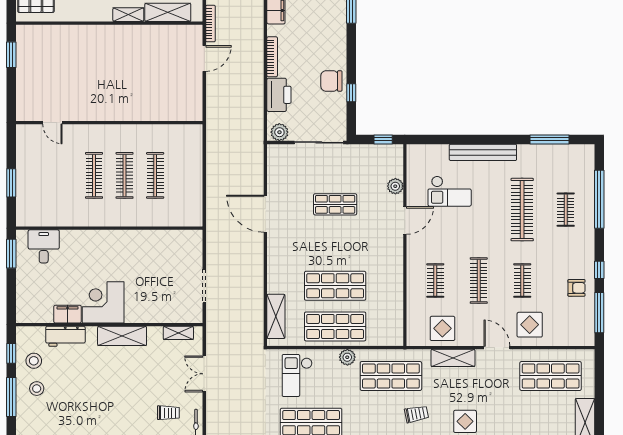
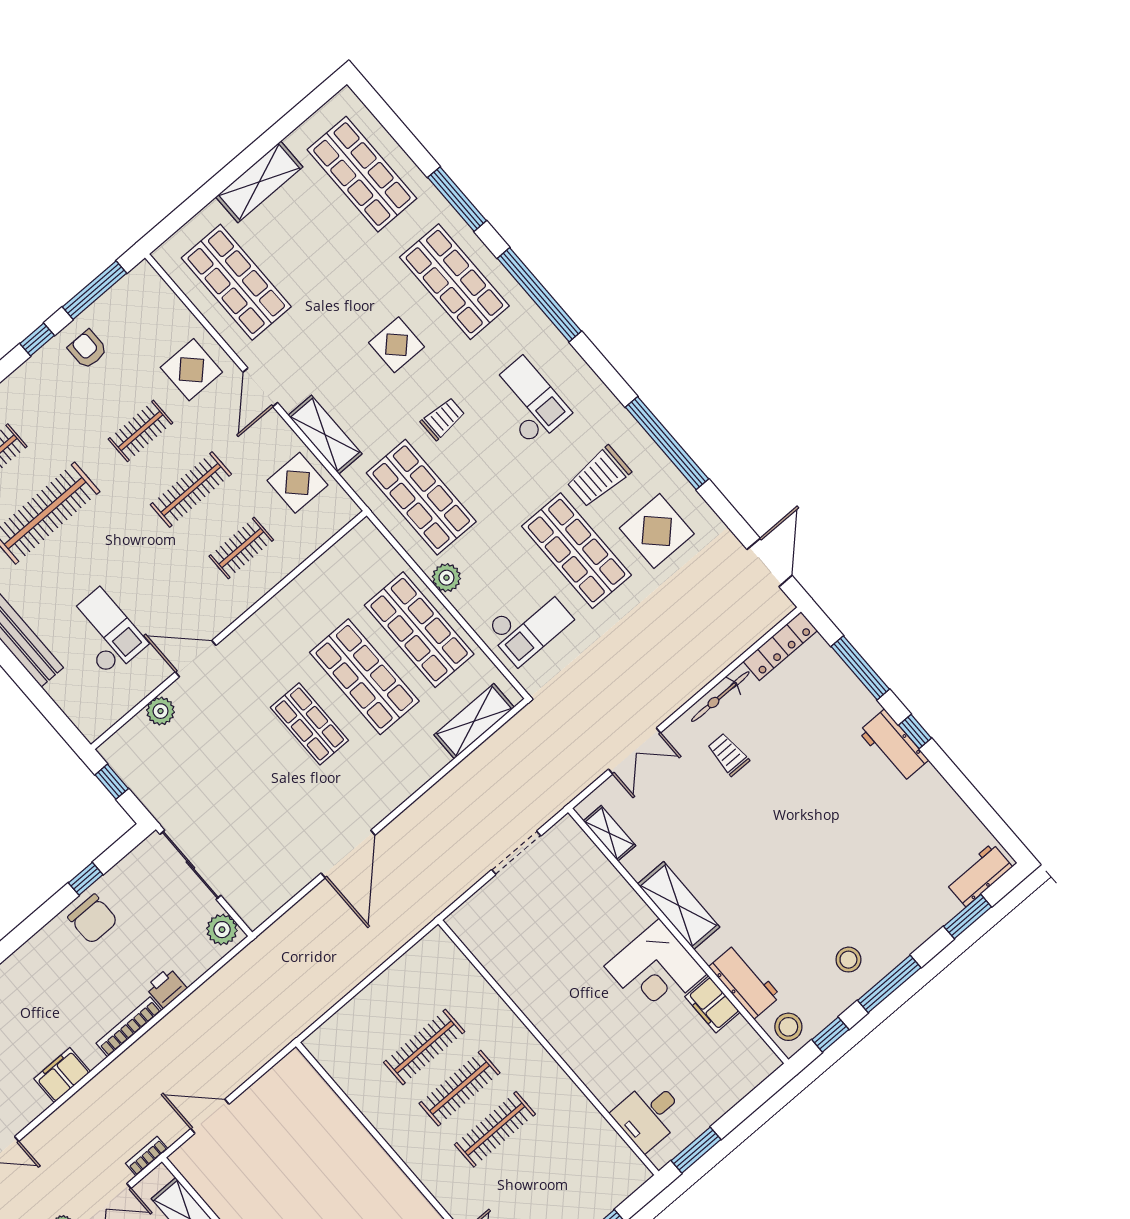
bookcase: (210, 24) -> (147, 1156), width x0.64
printer: (279, 95) -> (166, 988), width x0.53, depth x0.68
shop shelf: (335, 204) -> (309, 724), moved
stool: (34, 361) -> (788, 1027), moved
trolley: (416, 414) -> (443, 419), turned 101

